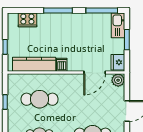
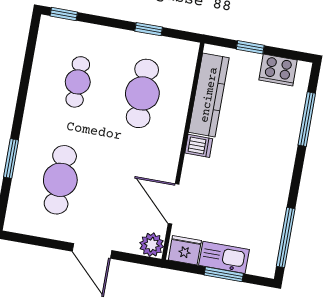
window: (58, 11) -> (307, 119), moved
cooker: (27, 20) -> (278, 70), moved, turned -90
kitchen sink: (118, 25) -> (224, 257), moved

